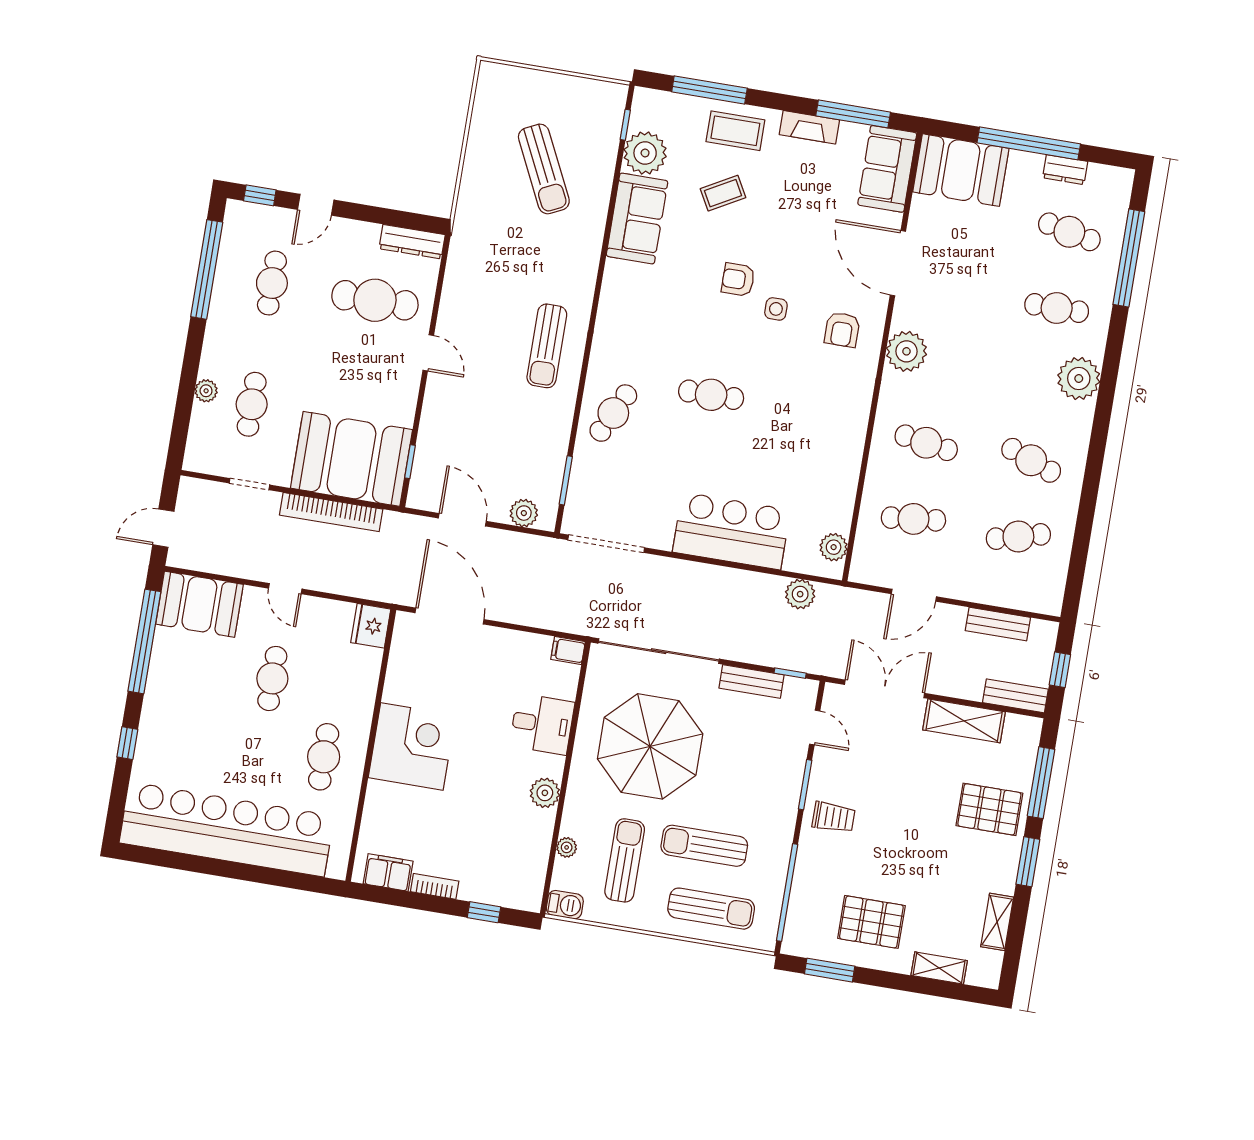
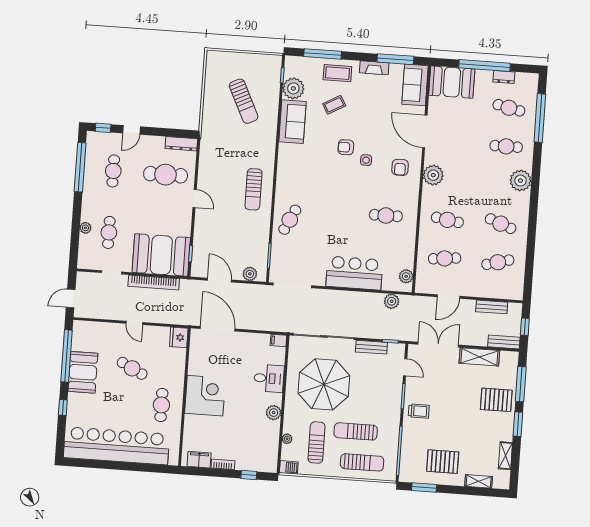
cafe table: (711, 395) -> (386, 216), moved
booth: (199, 604) -> (83, 372), moved, turned 90
cafe table: (272, 678) -> (132, 368), turned -63

